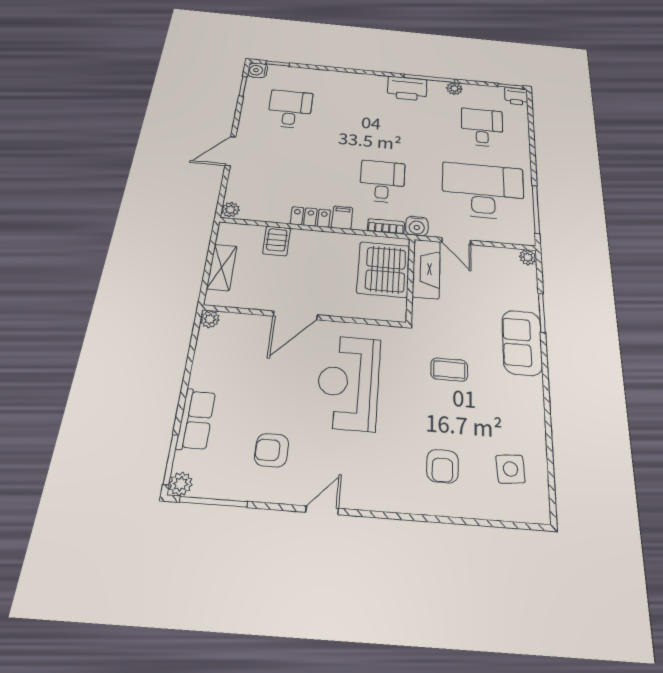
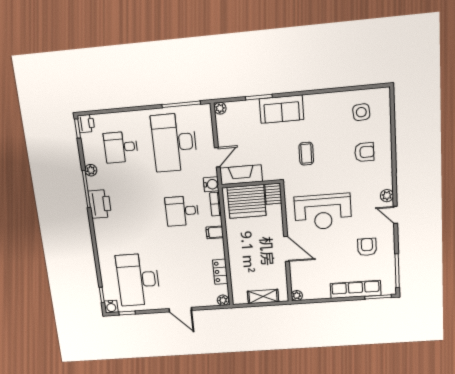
desk: (290, 109) -> (138, 280), width x1.87, depth x1.30
locker: (310, 217) -> (220, 272), moved
server rack: (277, 241) -> (273, 194), moved, turned 90
row of seats: (196, 420) -> (356, 289), width x1.48
armchair: (272, 450) -> (367, 247), turned 180
plant: (181, 484) -> (387, 196), moved

